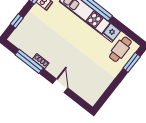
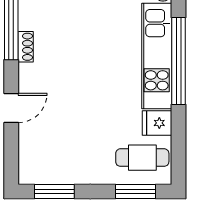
window: (107, 94) -> (54, 191), added

